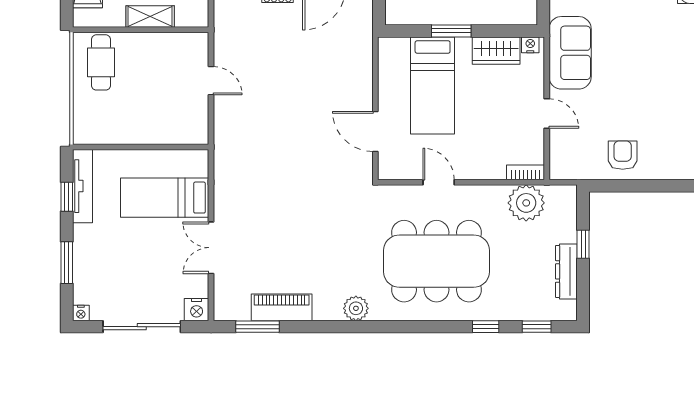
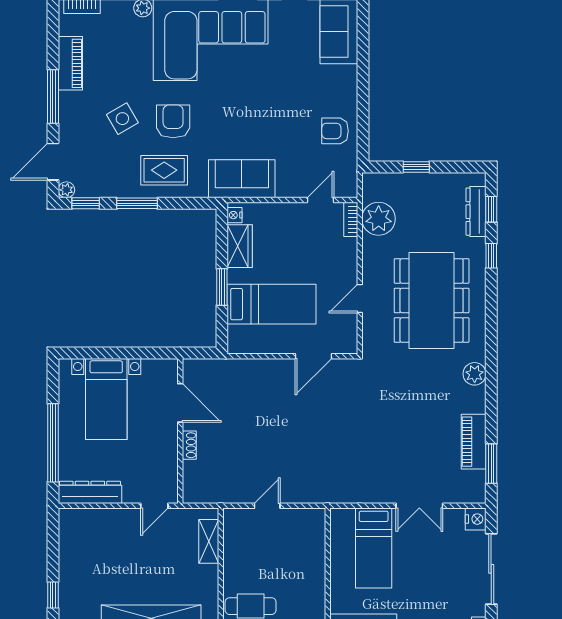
shelving: (150, 17) -> (209, 541), moved
door: (547, 113) -> (321, 200), moved
dresser: (566, 271) -> (476, 212), moved, turned 90

